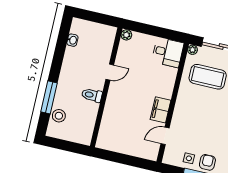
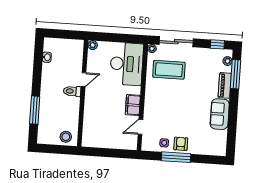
desk: (168, 52) -> (127, 64), width x1.87, depth x1.30
toilet: (92, 95) -> (72, 91), moved
stool: (59, 116) -> (66, 137), moved

